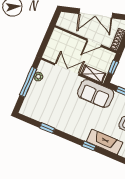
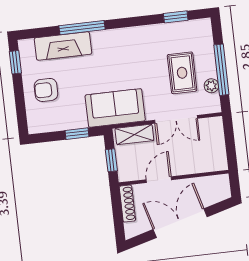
rug: (50, 92) -> (182, 73), added
window: (47, 128) -> (176, 17), moved
window: (89, 146) -> (82, 28), width x2.17

